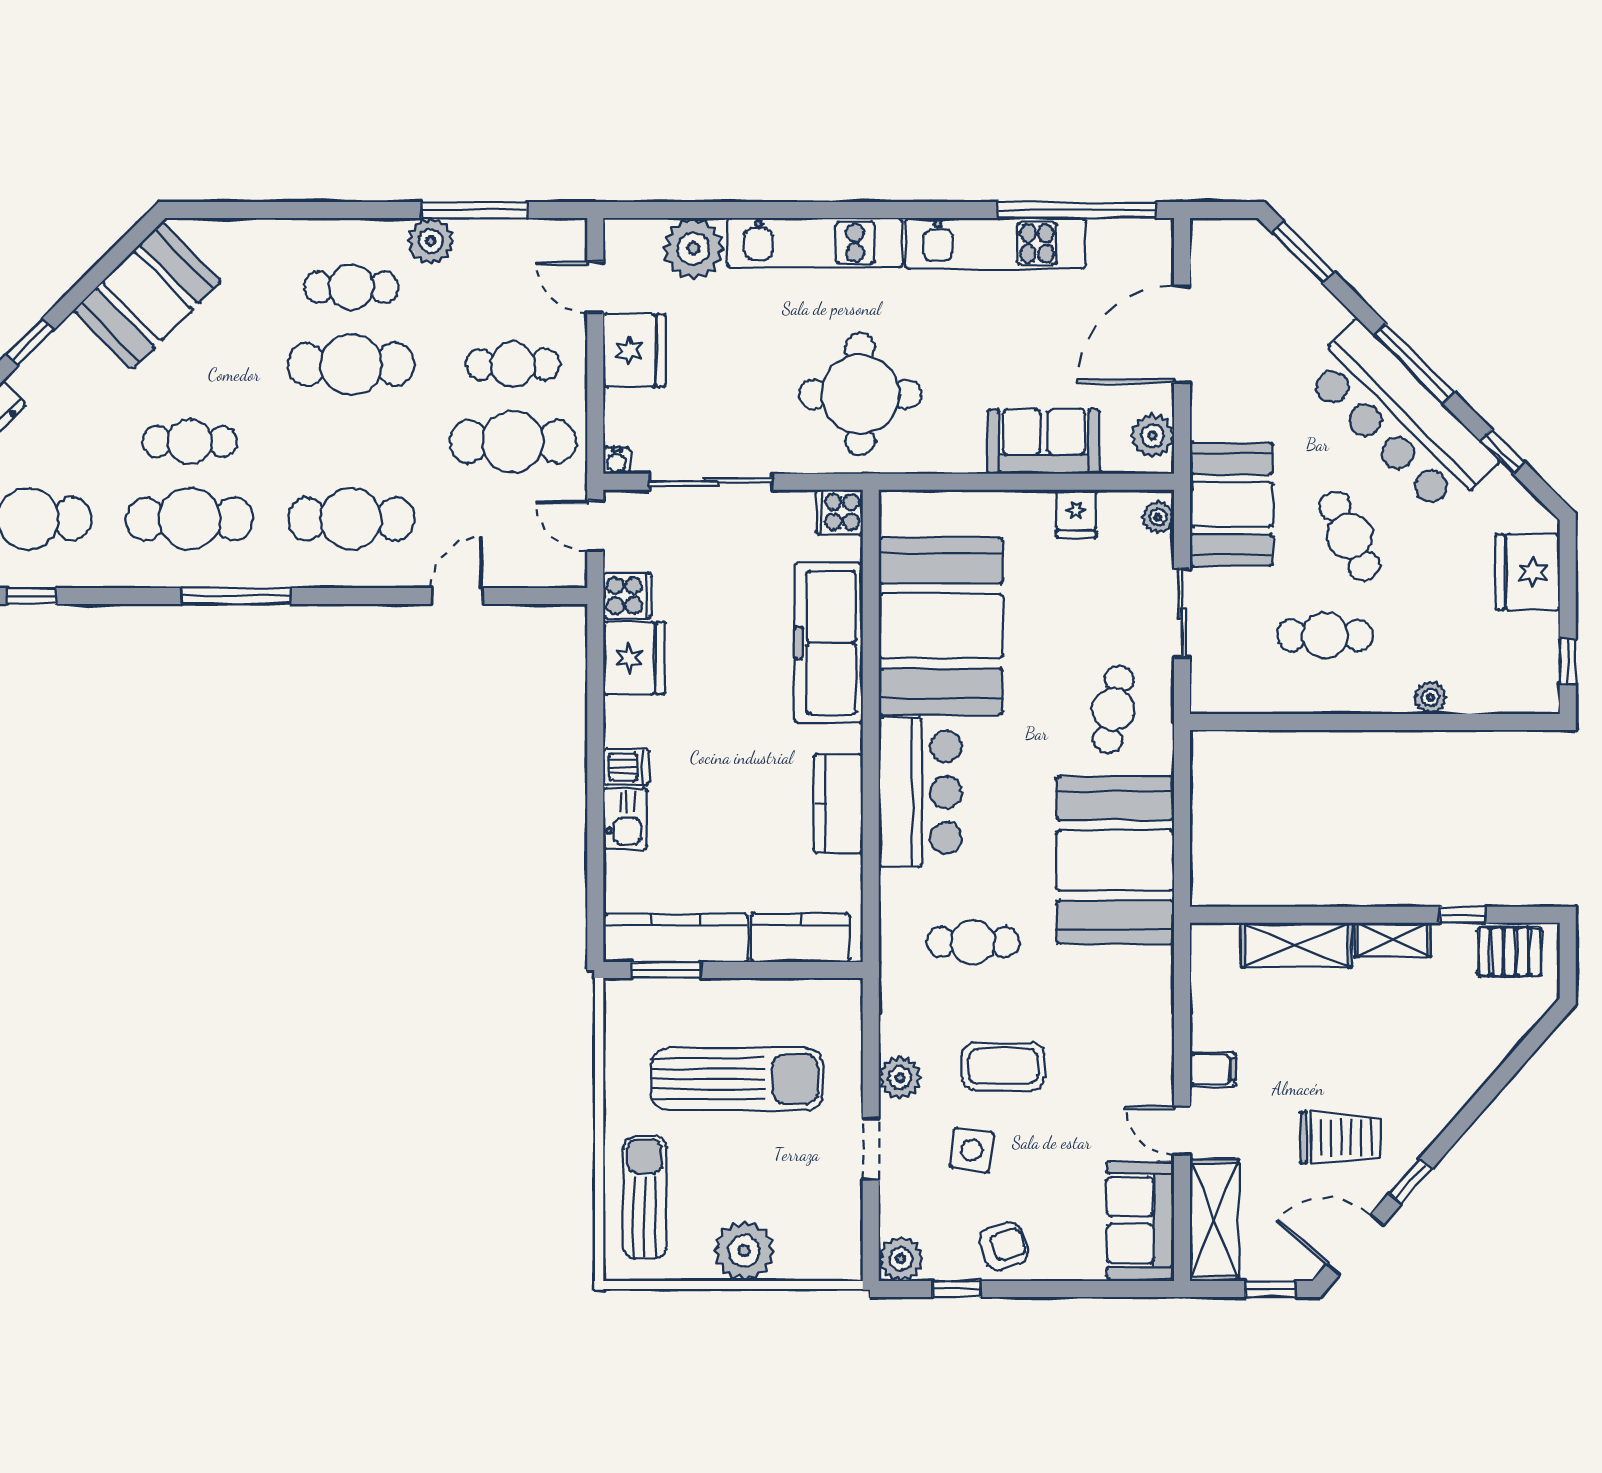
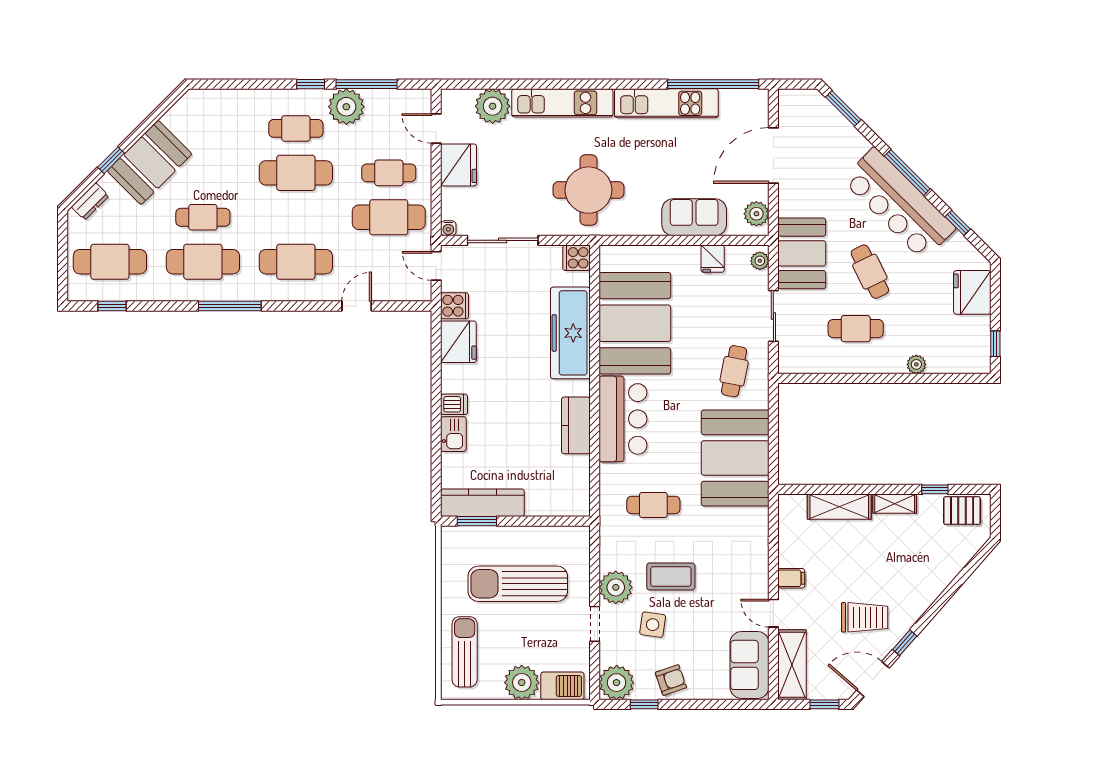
window: (377, 210) -> (311, 84), added
plant: (431, 241) -> (346, 107), width x1.36, depth x1.36
booth: (147, 296) -> (150, 162), moved
kitchen counter: (800, 938) -> (554, 502), removed
plant: (900, 1078) -> (616, 587), width x1.36, depth x1.36
sun lounger: (737, 1079) -> (518, 584), turned 180
barbecue: (815, 1257) -> (562, 686), added
plant: (901, 1259) -> (617, 683), width x1.36, depth x1.36

